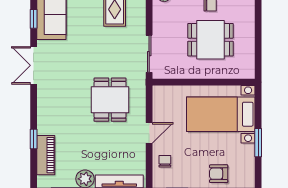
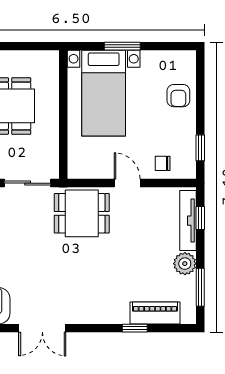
dining table: (110, 100) -> (82, 213), moved
window: (258, 143) -> (122, 46), moved

